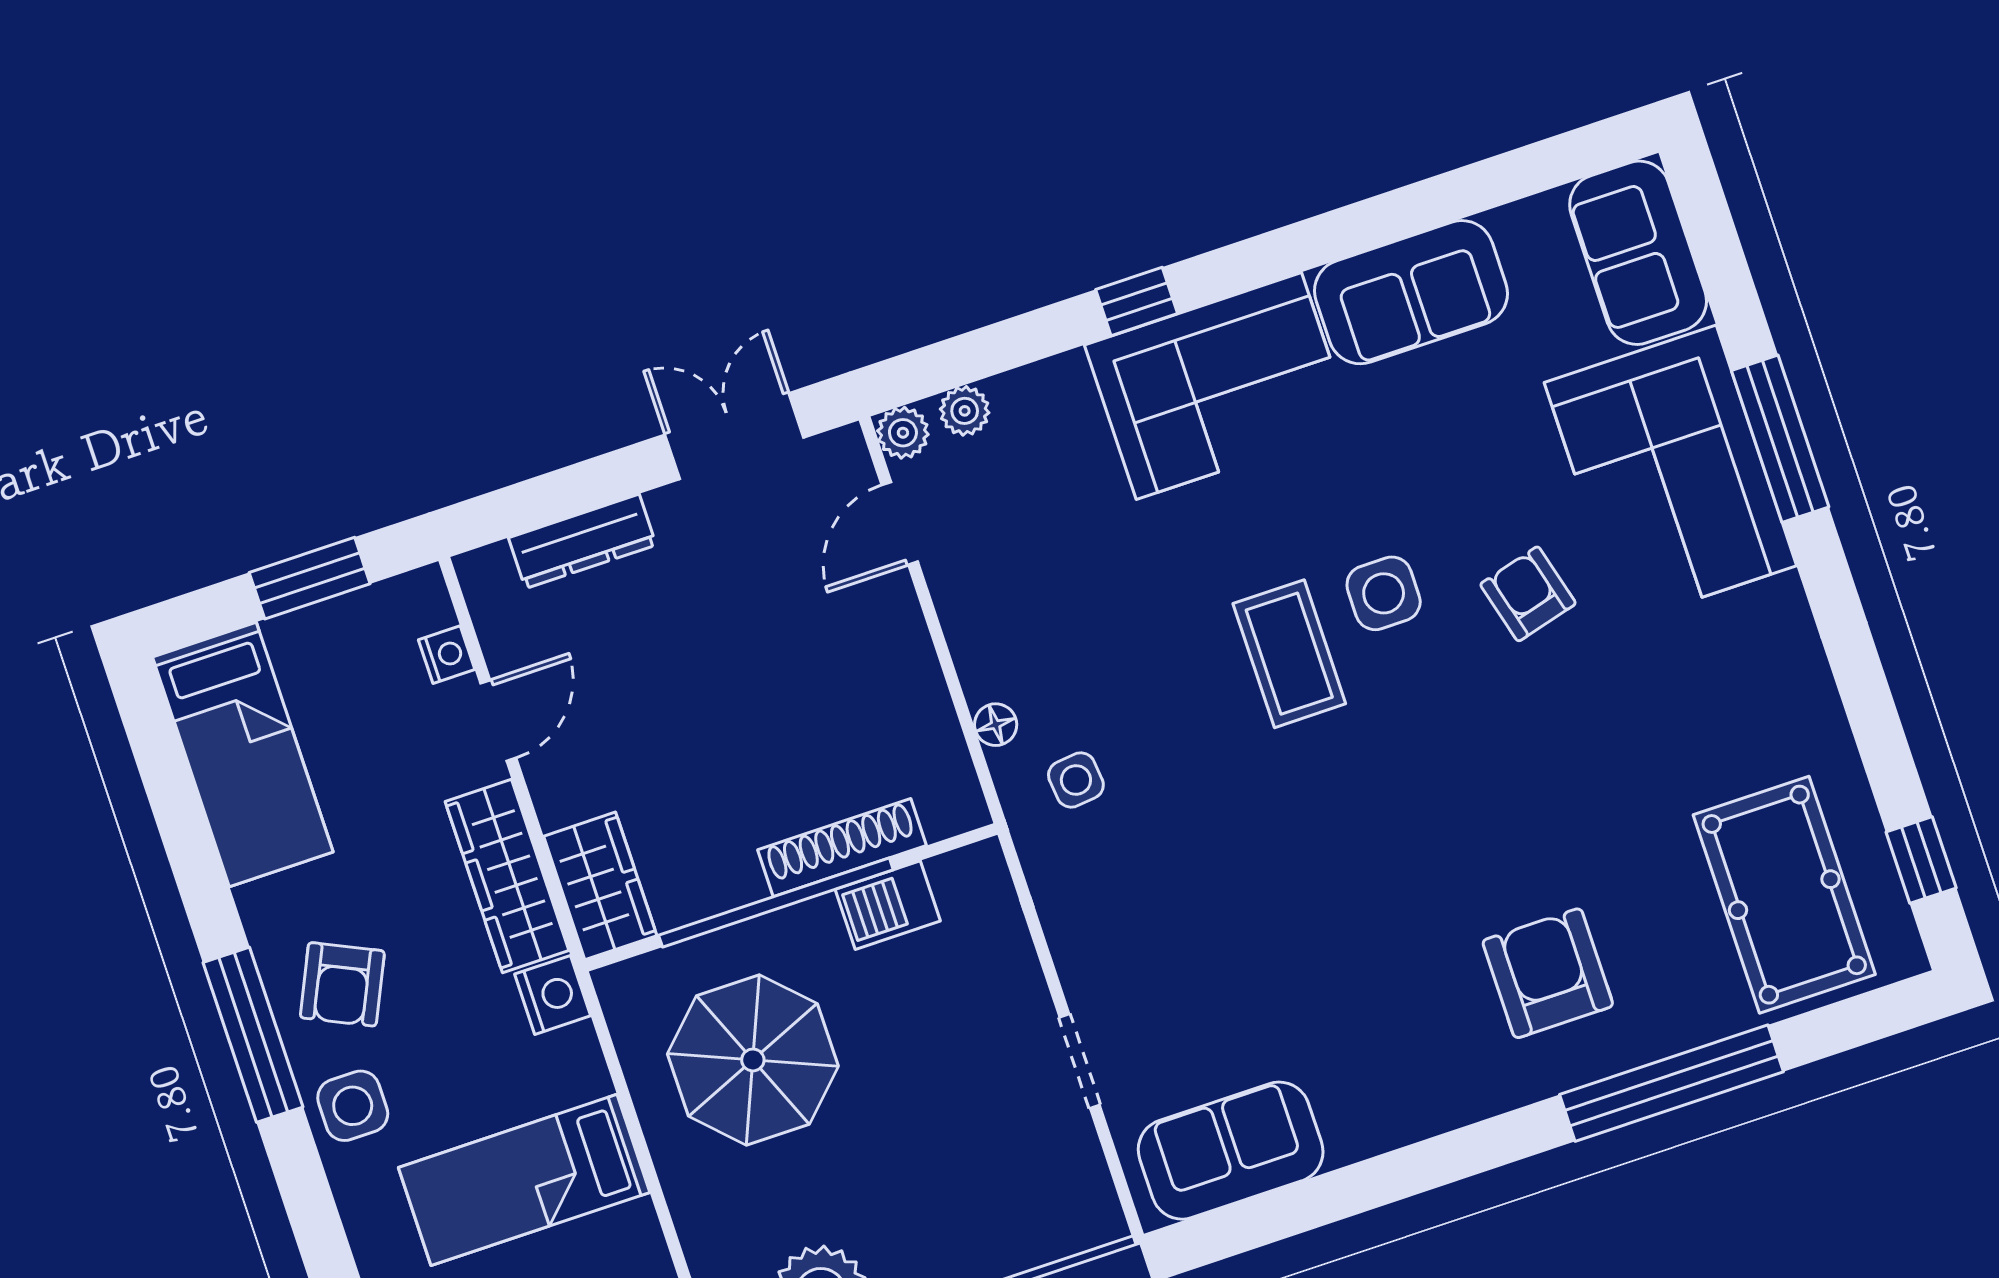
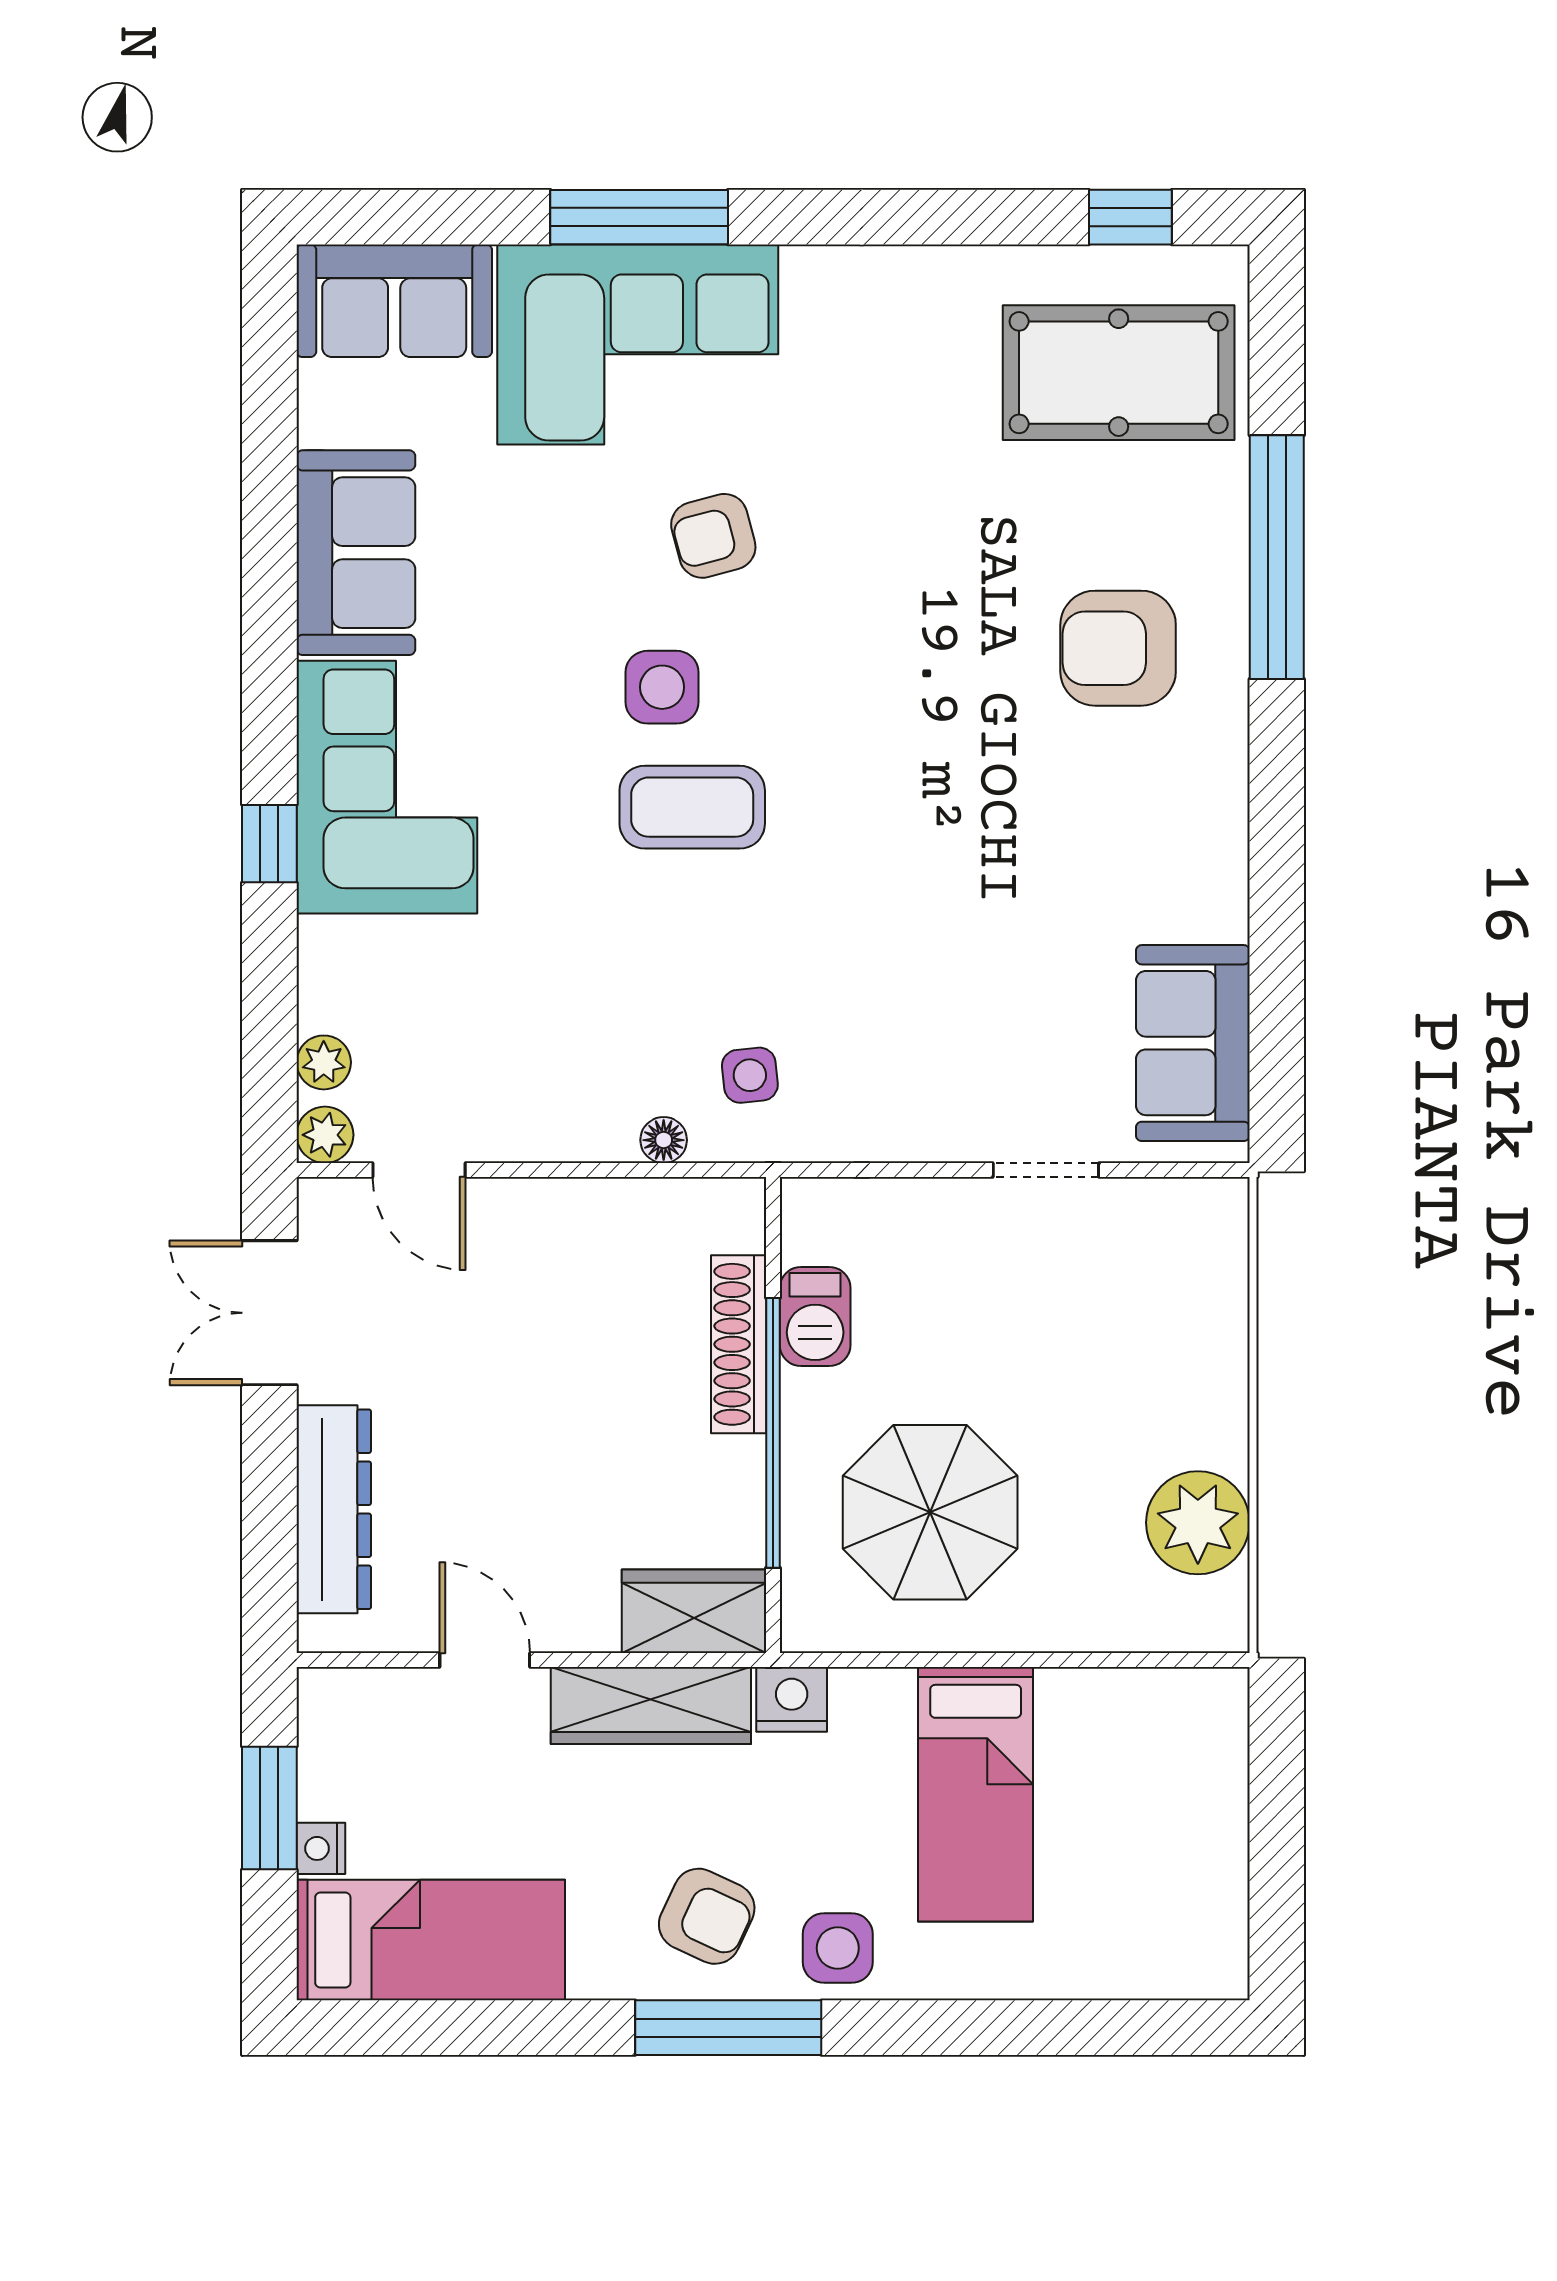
dresser: (582, 541) -> (334, 1509), width x1.37, depth x1.24
nightstand: (447, 655) -> (321, 1848), moved, turned -90

